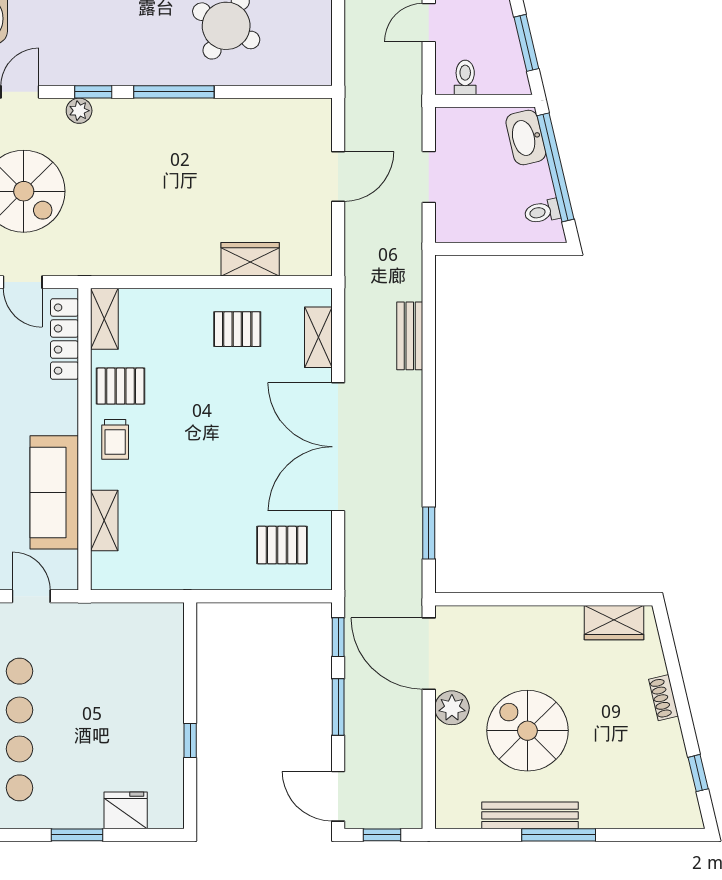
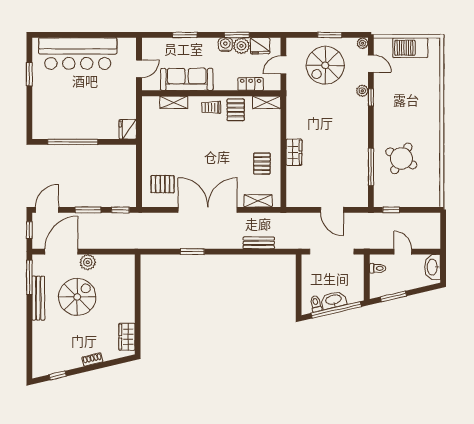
window: (338, 48) -> (391, 210), added
window: (174, 92) -> (371, 167), moved
washbasin: (526, 138) -> (334, 300), moved
doorway: (429, 177) -> (332, 252), width x1.87
wardrobe: (250, 259) -> (294, 152), moved
locker: (64, 339) -> (251, 84), width x0.66
window: (429, 533) -> (192, 252), moved
pallet: (282, 545) -> (163, 184), turned 90
door: (429, 654) -> (61, 252), moved
window: (190, 740) -> (73, 142), width x3.17
fridge: (126, 810) -> (128, 129), moved, turned 180
window: (77, 835) -> (29, 74), moved
window: (559, 835) -> (29, 277), moved

